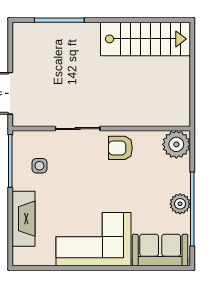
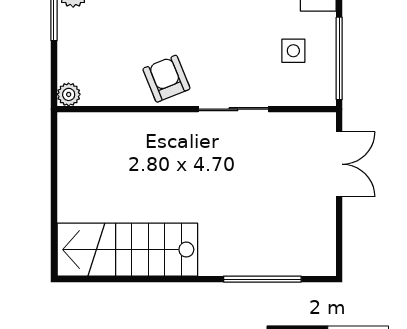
plant: (176, 144) -> (69, 94), width x0.53, depth x0.53
armchair: (120, 148) -> (166, 79), turned -112

